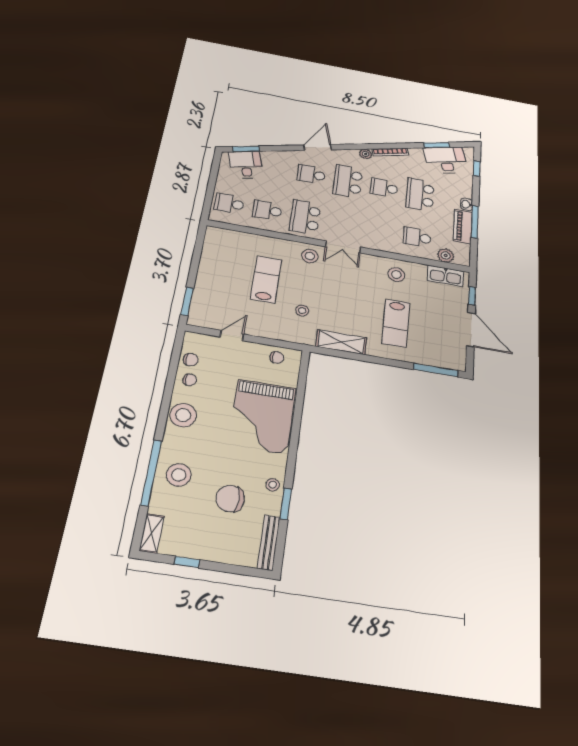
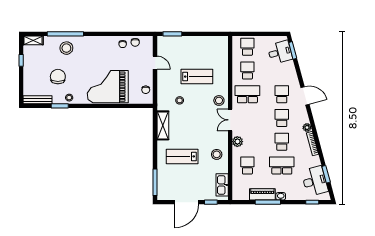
school desk: (348, 181) -> (282, 118), width x0.54
plant: (446, 255) -> (237, 142), moved
stool: (183, 415) -> (101, 44), removed

